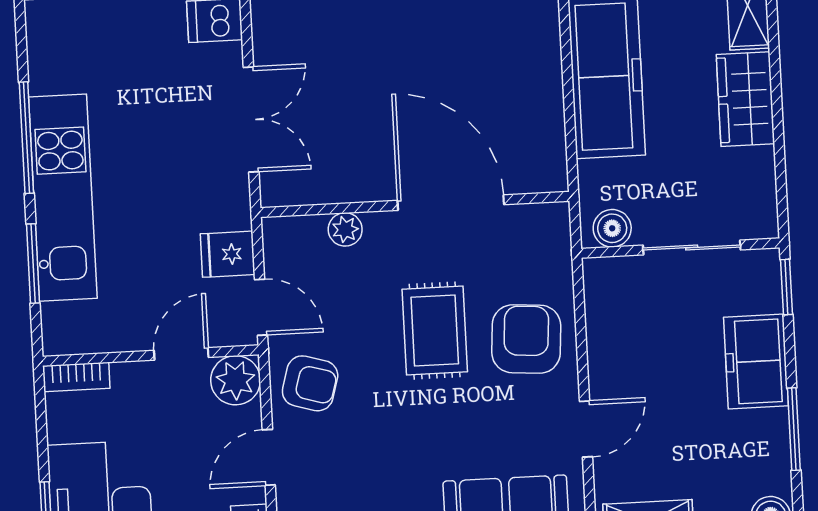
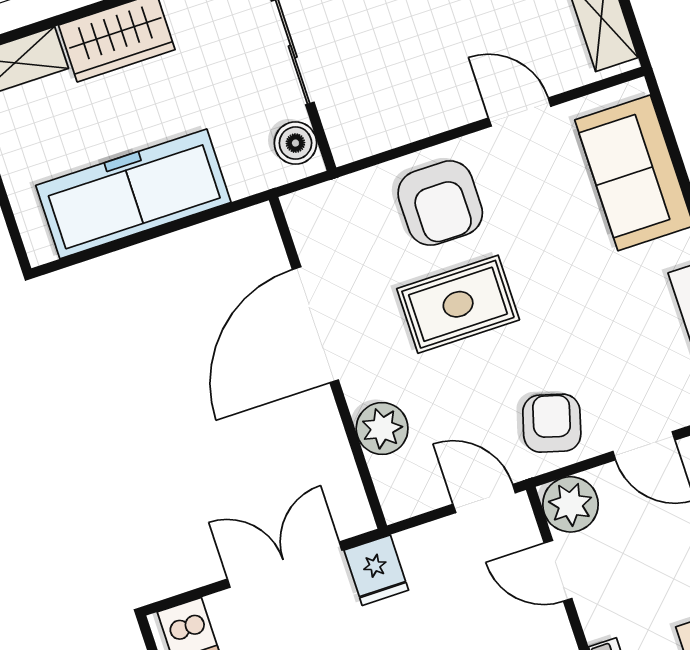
plant: (345, 229) -> (382, 428), width x1.38, depth x1.38
fridge: (228, 254) -> (376, 570), moved
door: (261, 307) -> (484, 499), hinge flipped
armchair: (526, 339) -> (440, 203), turned -94

